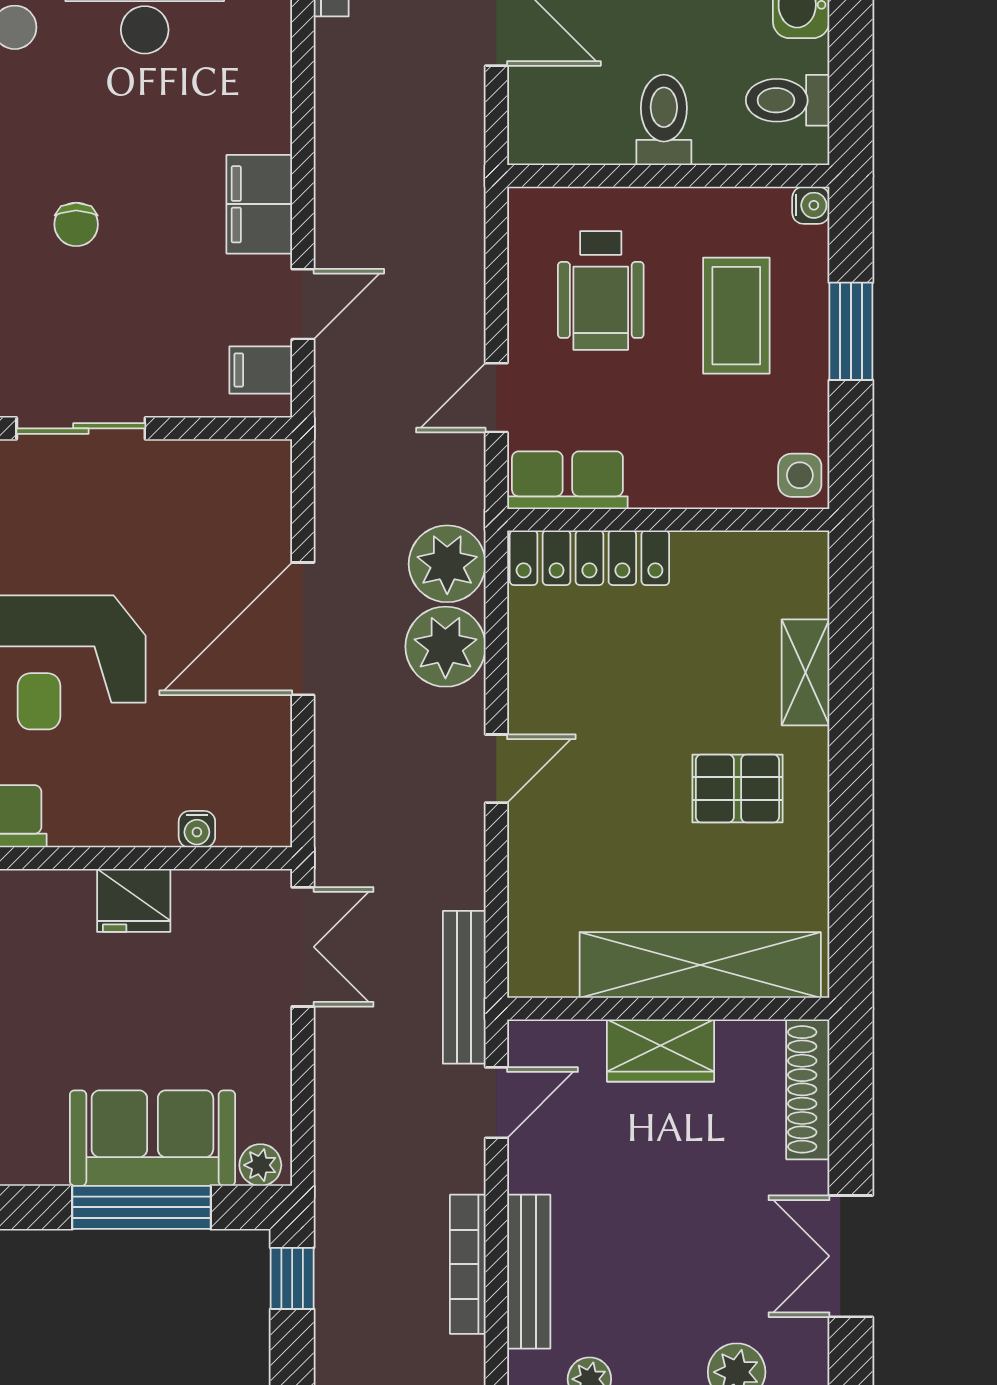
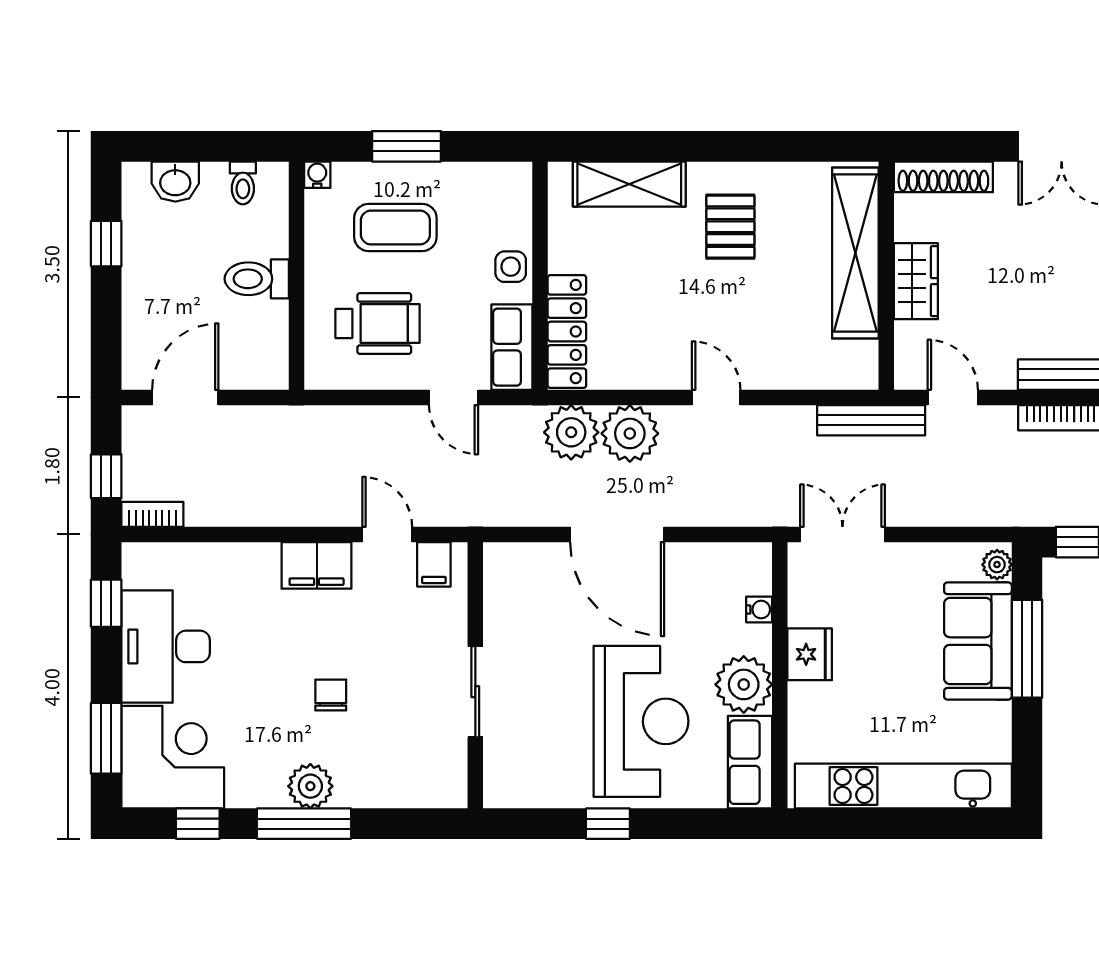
toilet: (788, 100) -> (243, 183), width x0.73, depth x0.72
chair: (76, 224) -> (331, 695), turned -90
side table: (800, 475) -> (511, 267), moved
shelving: (806, 672) -> (629, 184), width x1.50, depth x1.33
plant: (91, 807) -> (744, 684), added

